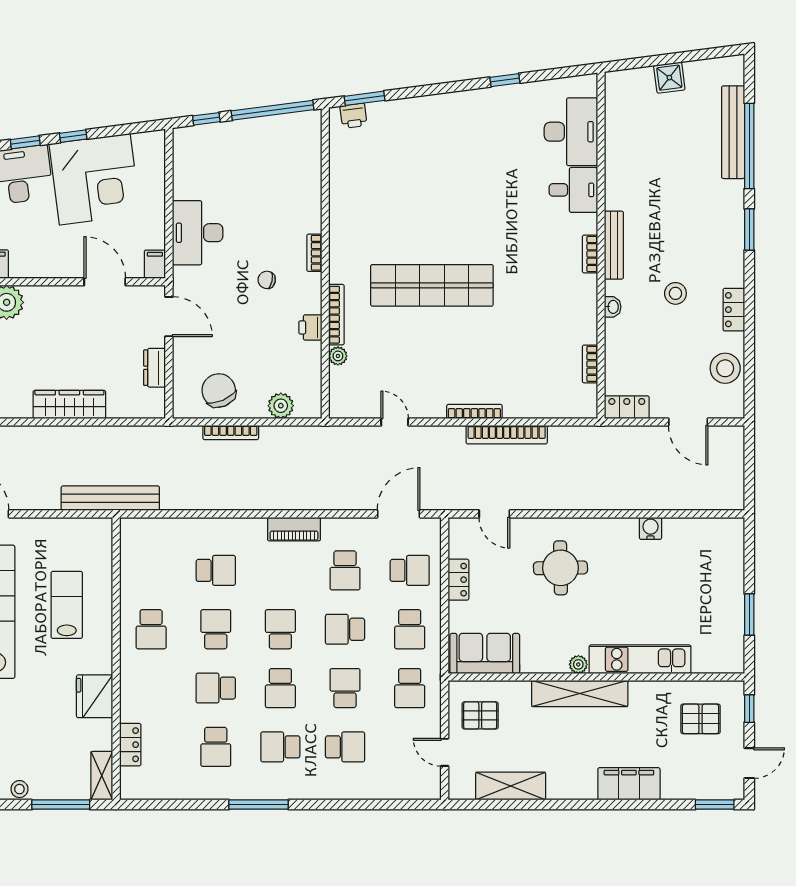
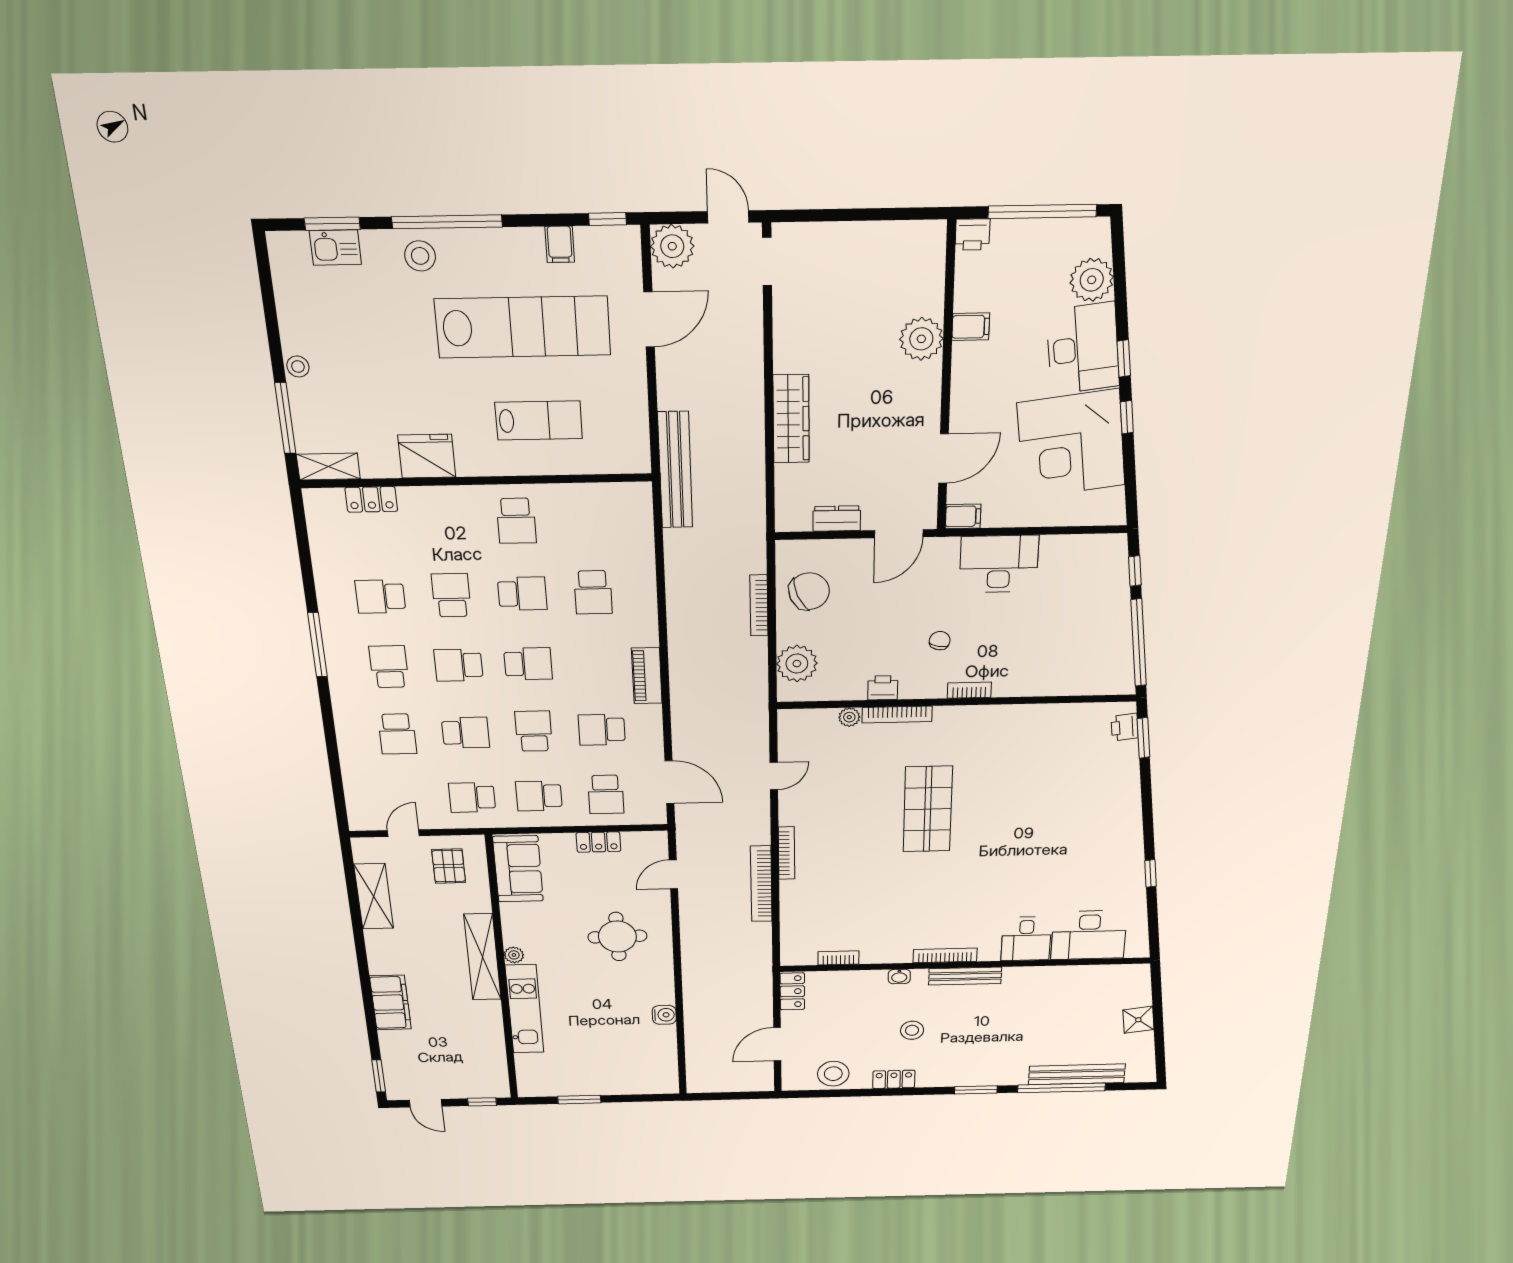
bookcase: (590, 254) -> (945, 955), width x1.56
shop shelf: (432, 285) -> (928, 809), width x0.71
plant: (281, 406) -> (797, 664), width x1.36, depth x1.36
school desk: (151, 629) -> (516, 521), turned -90
pallet: (701, 719) -> (467, 1062), removed

